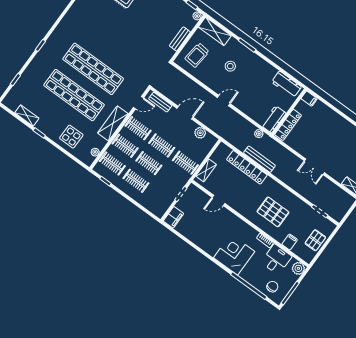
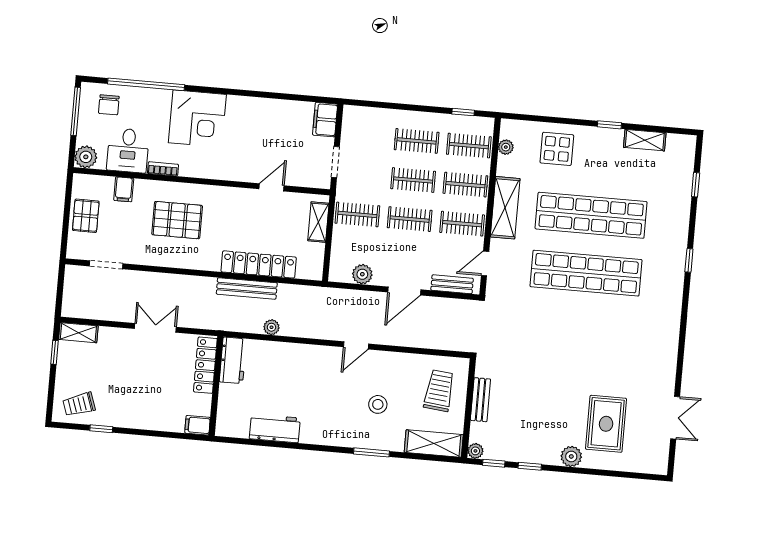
filing cabinet: (309, 99) -> (198, 425), moved
wall: (289, 112) -> (216, 386), moved
workbench: (274, 119) -> (233, 360), moved
locker: (288, 125) -> (205, 365), moved

